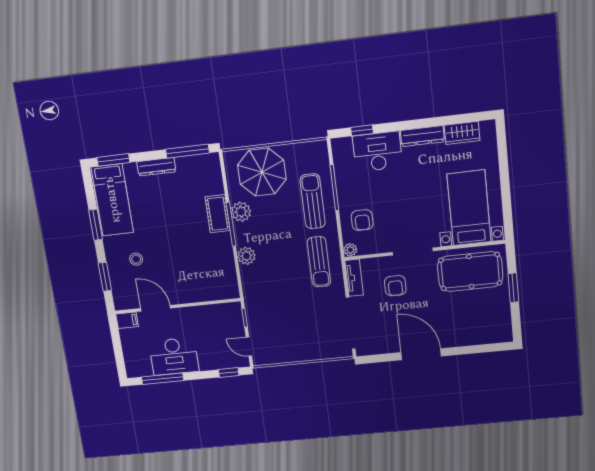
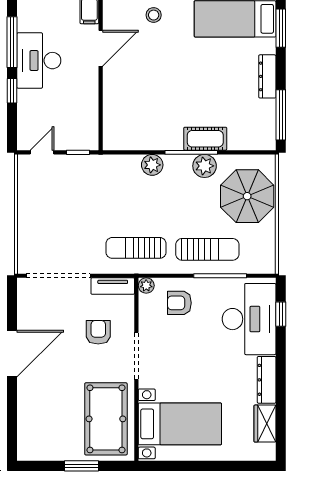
desk: (377, 152) -> (249, 319), width x1.36, depth x1.30
stool: (136, 259) -> (154, 15), moved
armchair: (395, 286) -> (98, 332), turned 90
window: (229, 372) -> (12, 91), moved

